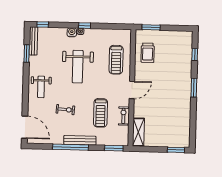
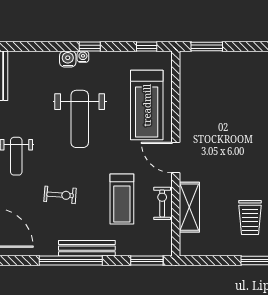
window: (43, 25) -> (147, 47), moved
trolley: (148, 53) -> (250, 217), moved
treadmill: (116, 60) -> (147, 105), width x1.37, depth x1.38
door: (132, 90) -> (176, 158), swing flipped
shelving: (138, 132) -> (189, 207), moved

